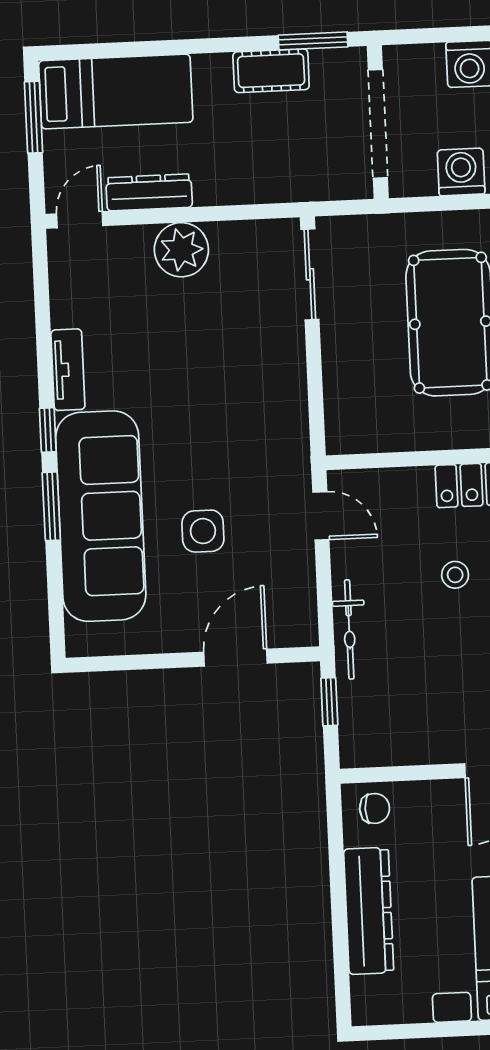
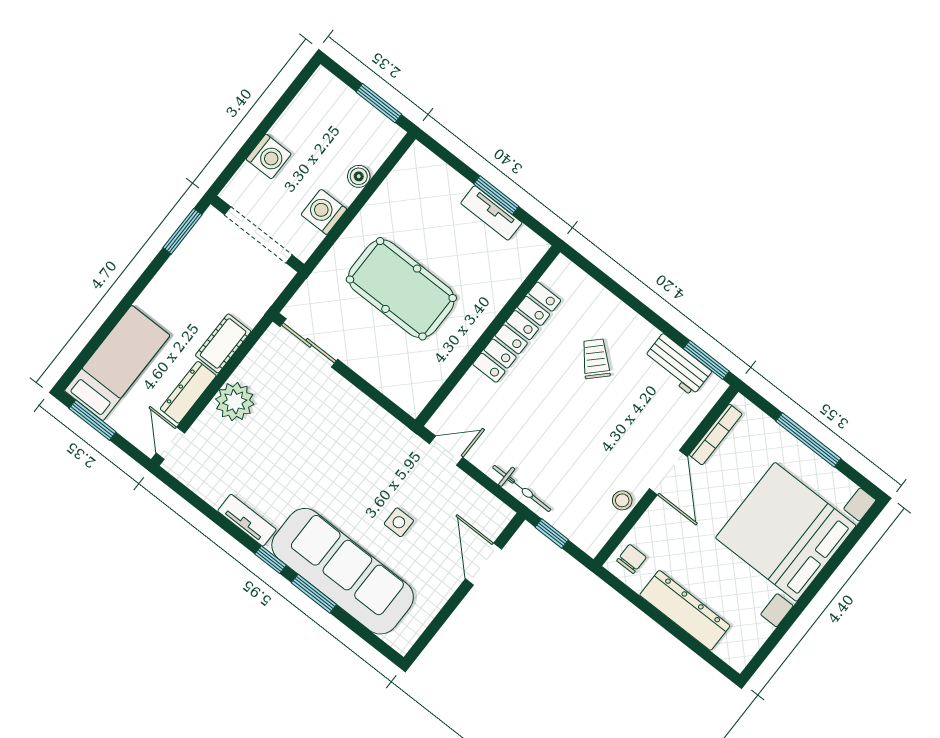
cot: (271, 71) -> (223, 343), moved
side table: (203, 531) -> (399, 522), width x0.73, depth x0.73
stool: (455, 575) -> (622, 500), moved

